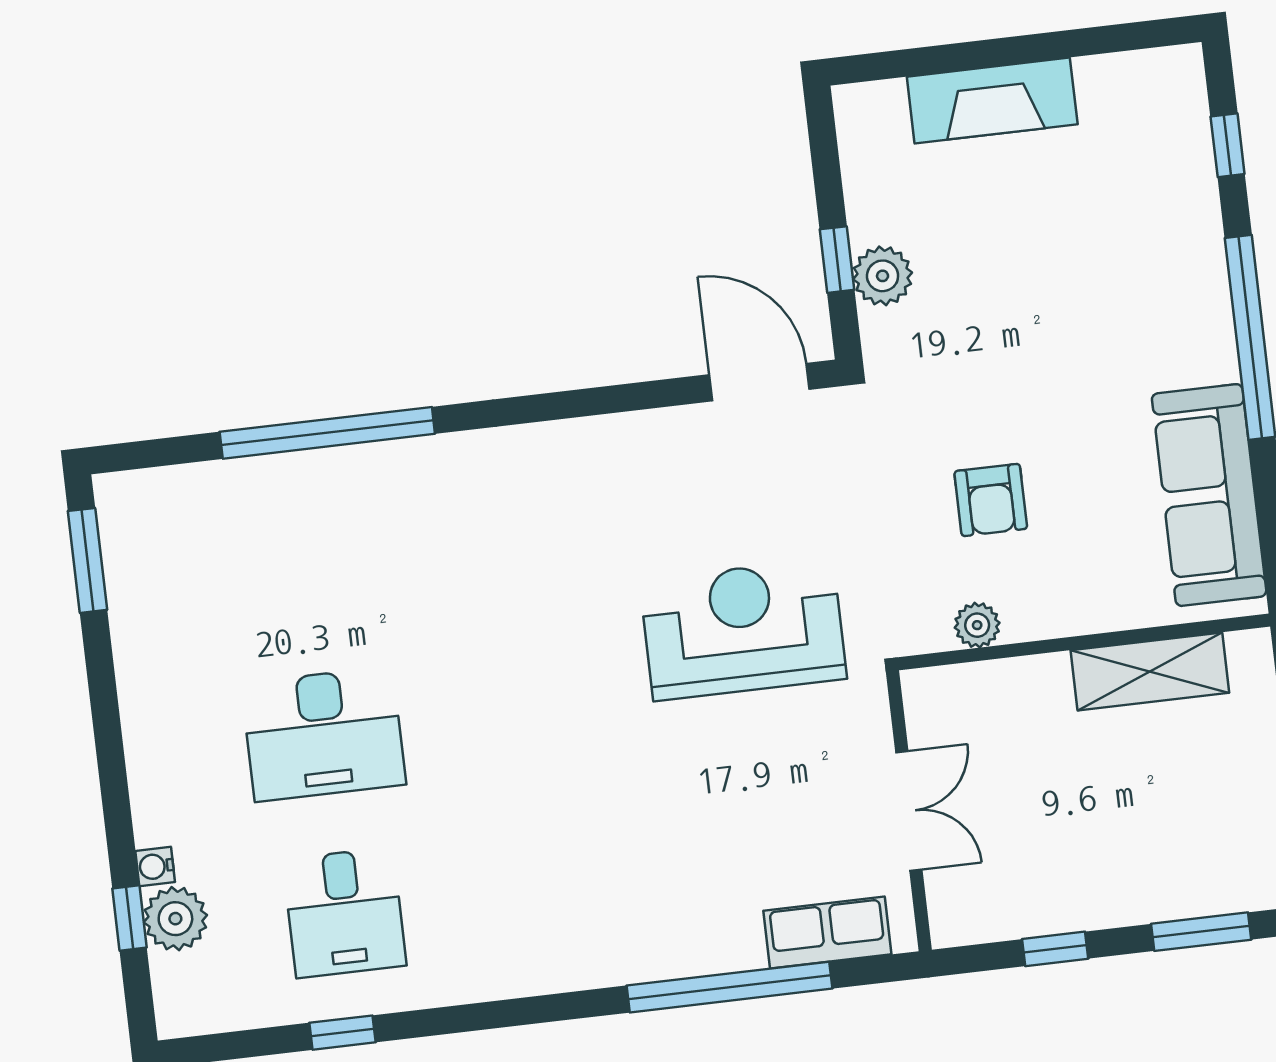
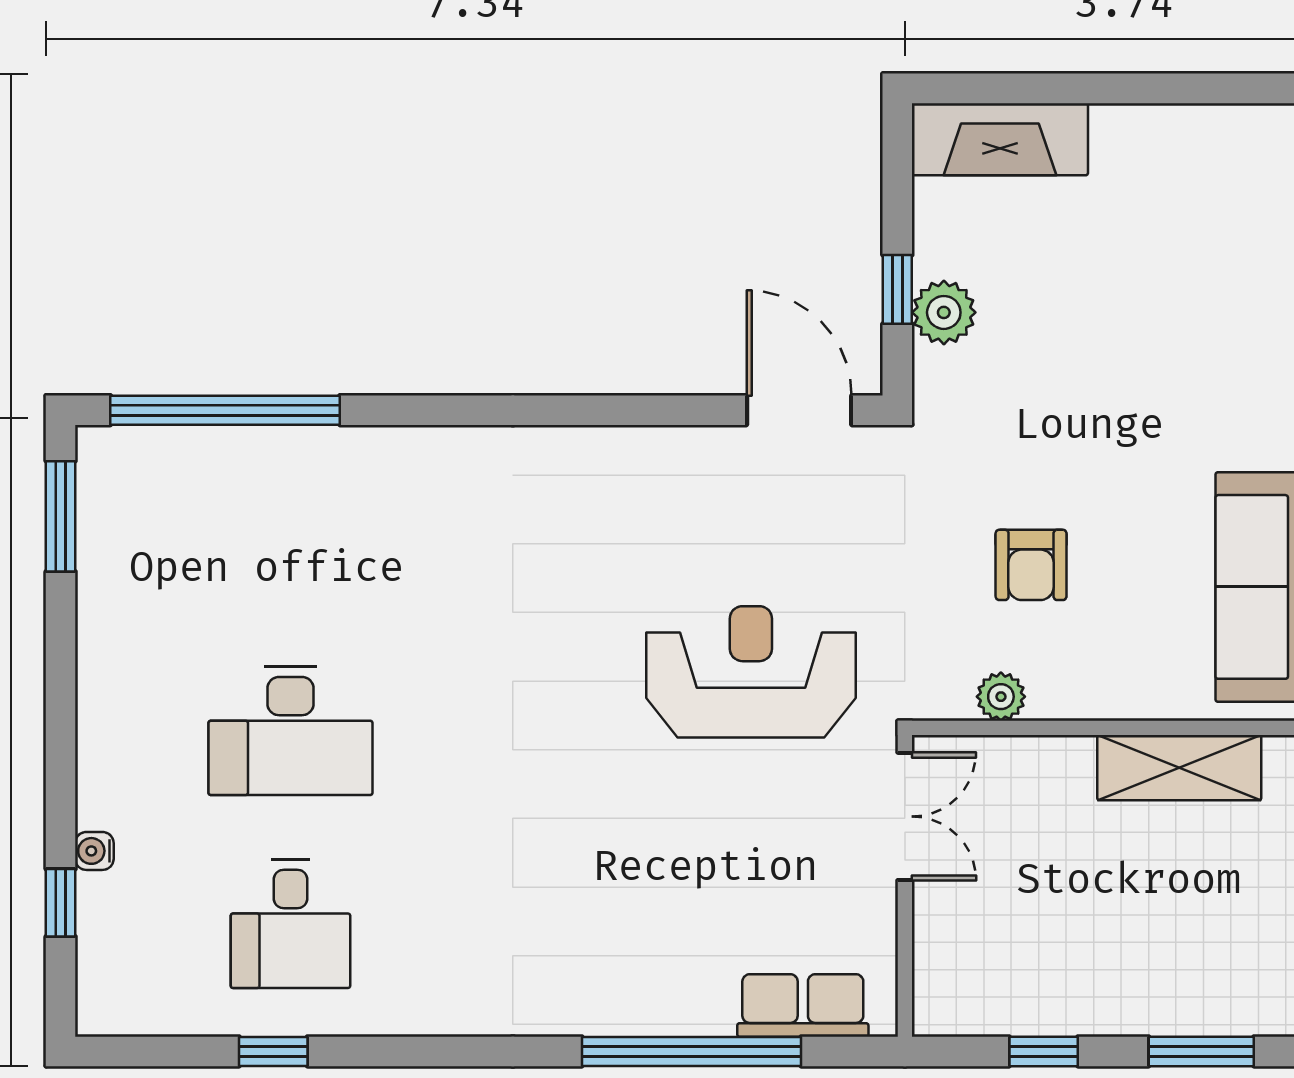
fireplace: (992, 100) -> (1000, 139), moved
window: (327, 433) -> (225, 410), moved
double door: (909, 811) -> (905, 816), moved
plant: (175, 919) -> (109, 909), removed

